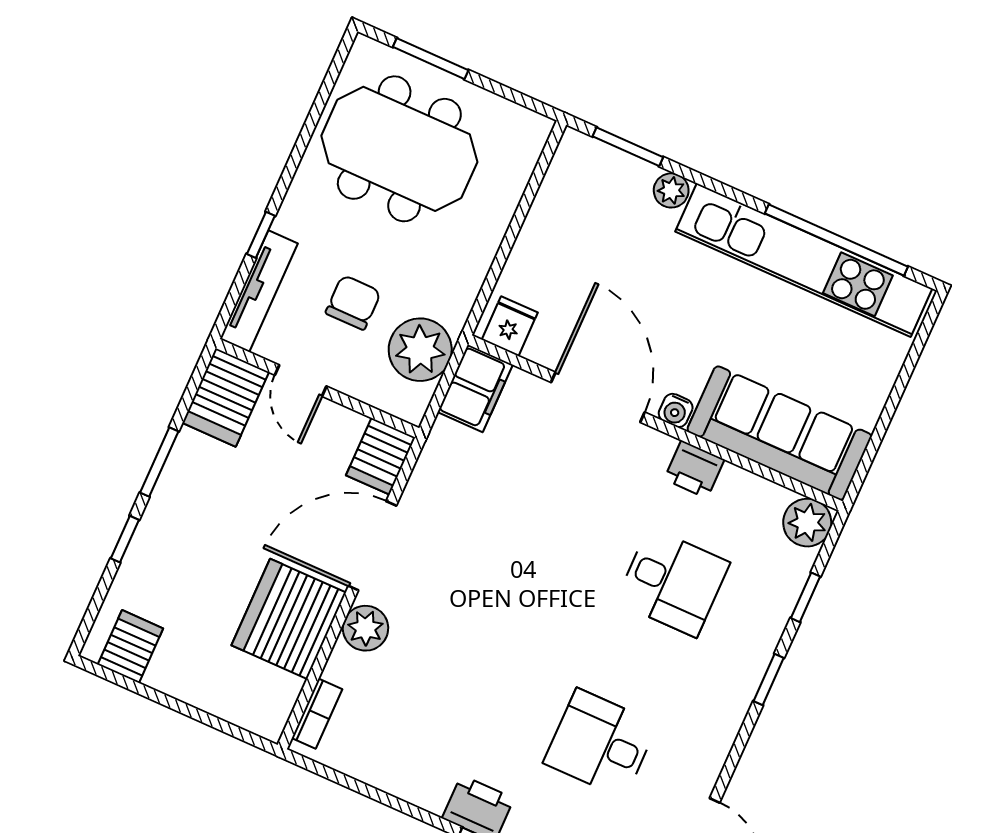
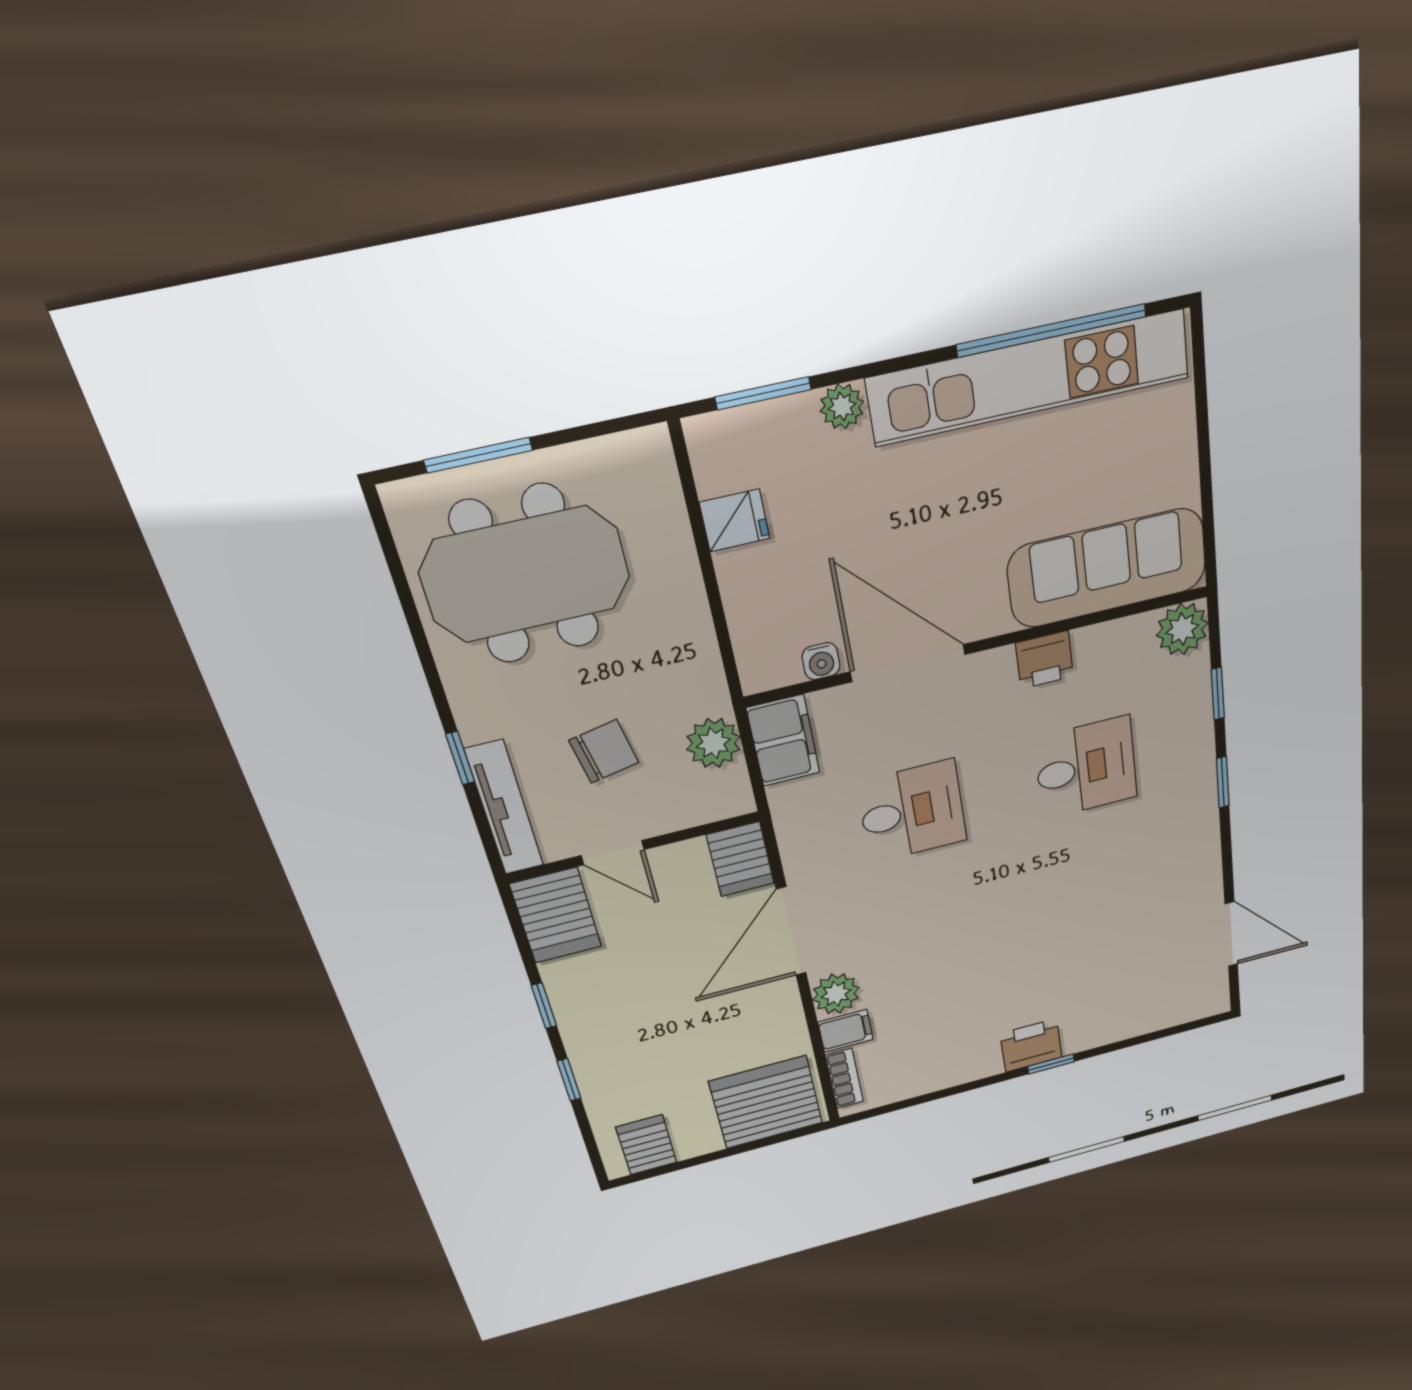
chair: (353, 302) -> (604, 751), turned 79
fridge: (510, 326) -> (735, 520), moved, turned 90
plant: (420, 350) -> (713, 743), width x0.73, depth x0.73
water cooler: (676, 410) -> (821, 661), moved
window: (159, 462) -> (544, 1006), width x0.67
server rack: (289, 619) -> (766, 1102), moved, turned 90
filing cabinet: (349, 669) -> (846, 1031), added
desk: (600, 744) -> (912, 811), moved, turned 180

